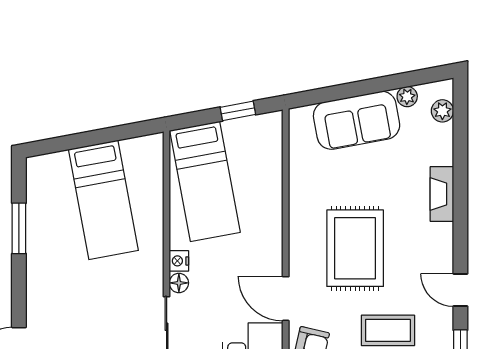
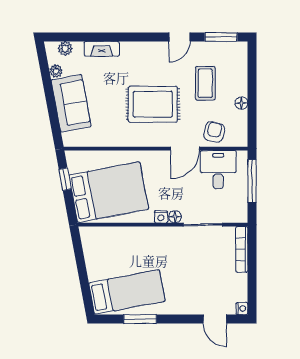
bed: (205, 181) -> (109, 192), width x1.50
fireplace: (442, 194) -> (102, 49), moved
bed: (103, 200) -> (127, 292), moved

